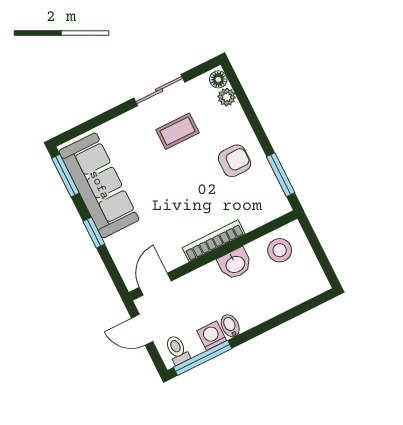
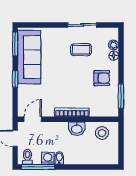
floor lamp: (218, 79) -> (114, 56), moved

